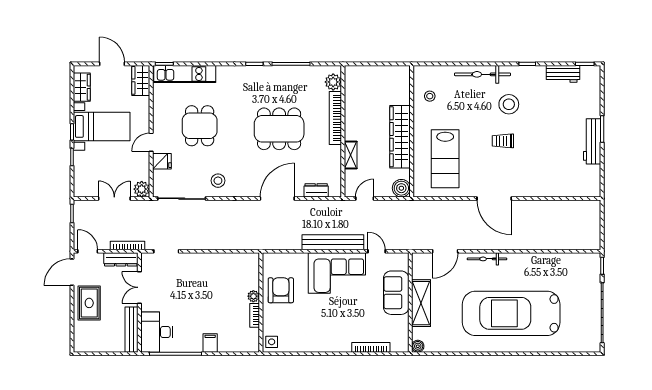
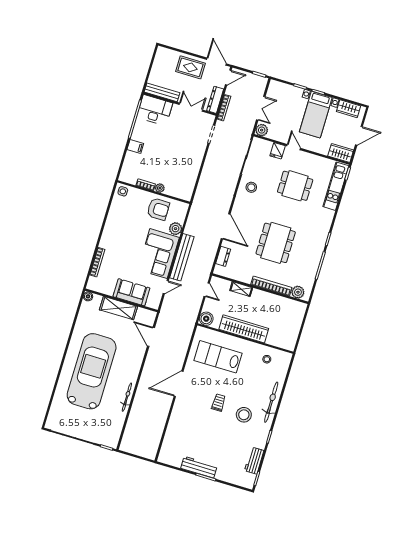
bicycle: (487, 259) -> (127, 397), moved
plant: (299, 261) -> (176, 229), added

